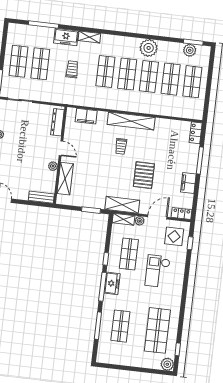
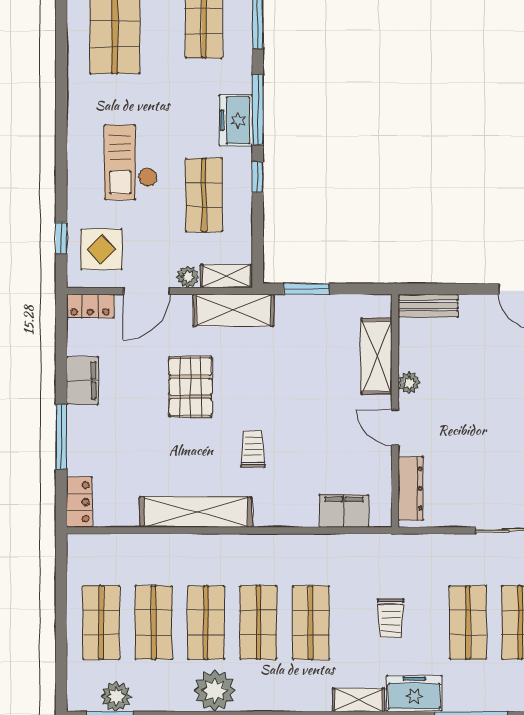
shelving: (131, 121) -> (196, 512), moved
checkout: (158, 271) -> (131, 162), turned 180

